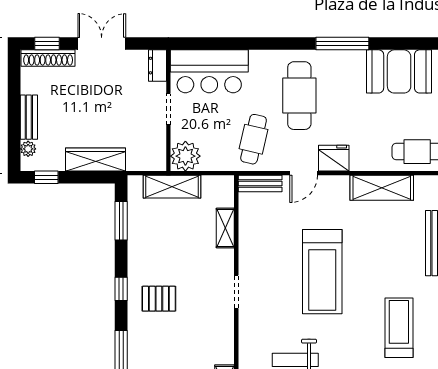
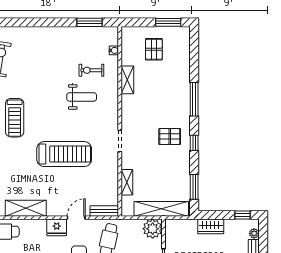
wardrobe: (95, 160) -> (211, 226), width x0.67
shelving: (172, 187) -> (161, 209), width x1.47
treadmill: (322, 272) -> (64, 154), turned 90

